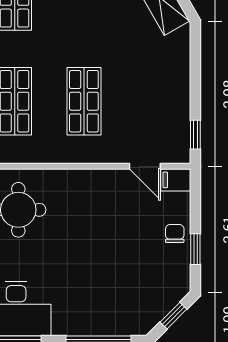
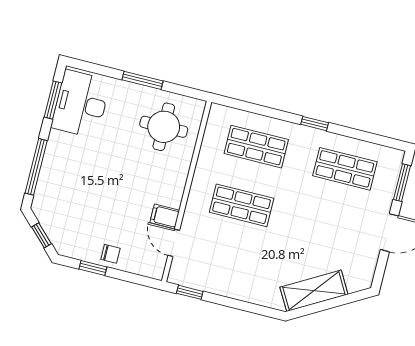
door: (145, 166) -> (174, 243), hinge flipped
filing cabinet: (176, 180) -> (165, 216), moved, turned -90

